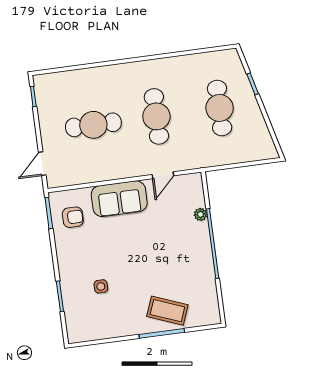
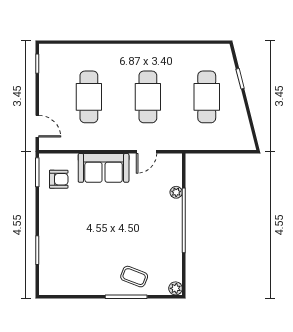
cafe table: (93, 125) -> (89, 97), turned 90
door: (42, 164) -> (37, 126), swing flipped
side table: (101, 286) -> (76, 246), removed
coffee table: (167, 311) -> (134, 277), width x0.73, depth x0.77
plant: (213, 317) -> (176, 288), added

